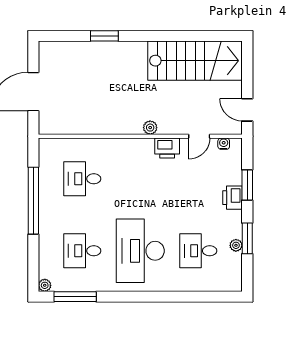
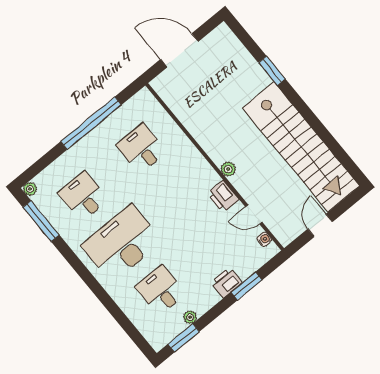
stairs: (195, 61) -> (301, 147), width x1.36
door: (247, 110) -> (320, 225), moved
window: (247, 238) -> (184, 338), moved

